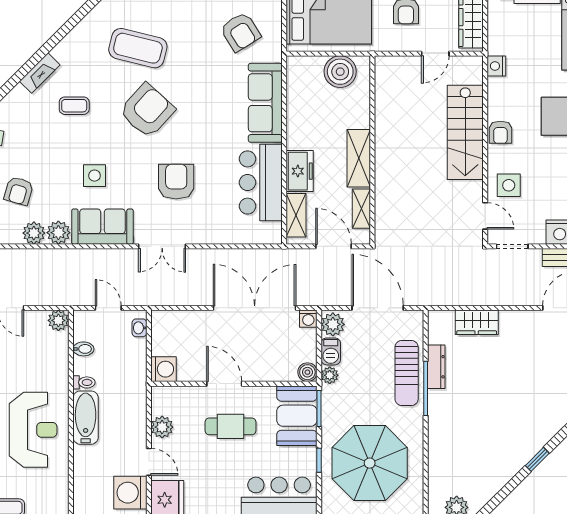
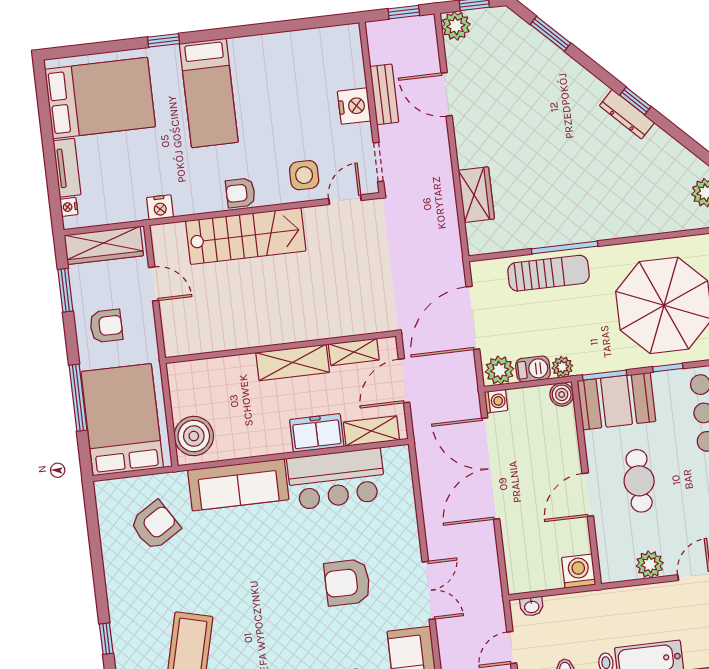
boiler: (340, 72) -> (194, 436), moved
armchair: (147, 111) -> (265, 628), removed
armchair: (500, 132) -> (240, 193), turned 180
dresser: (436, 367) -> (627, 114), moved, turned -135

